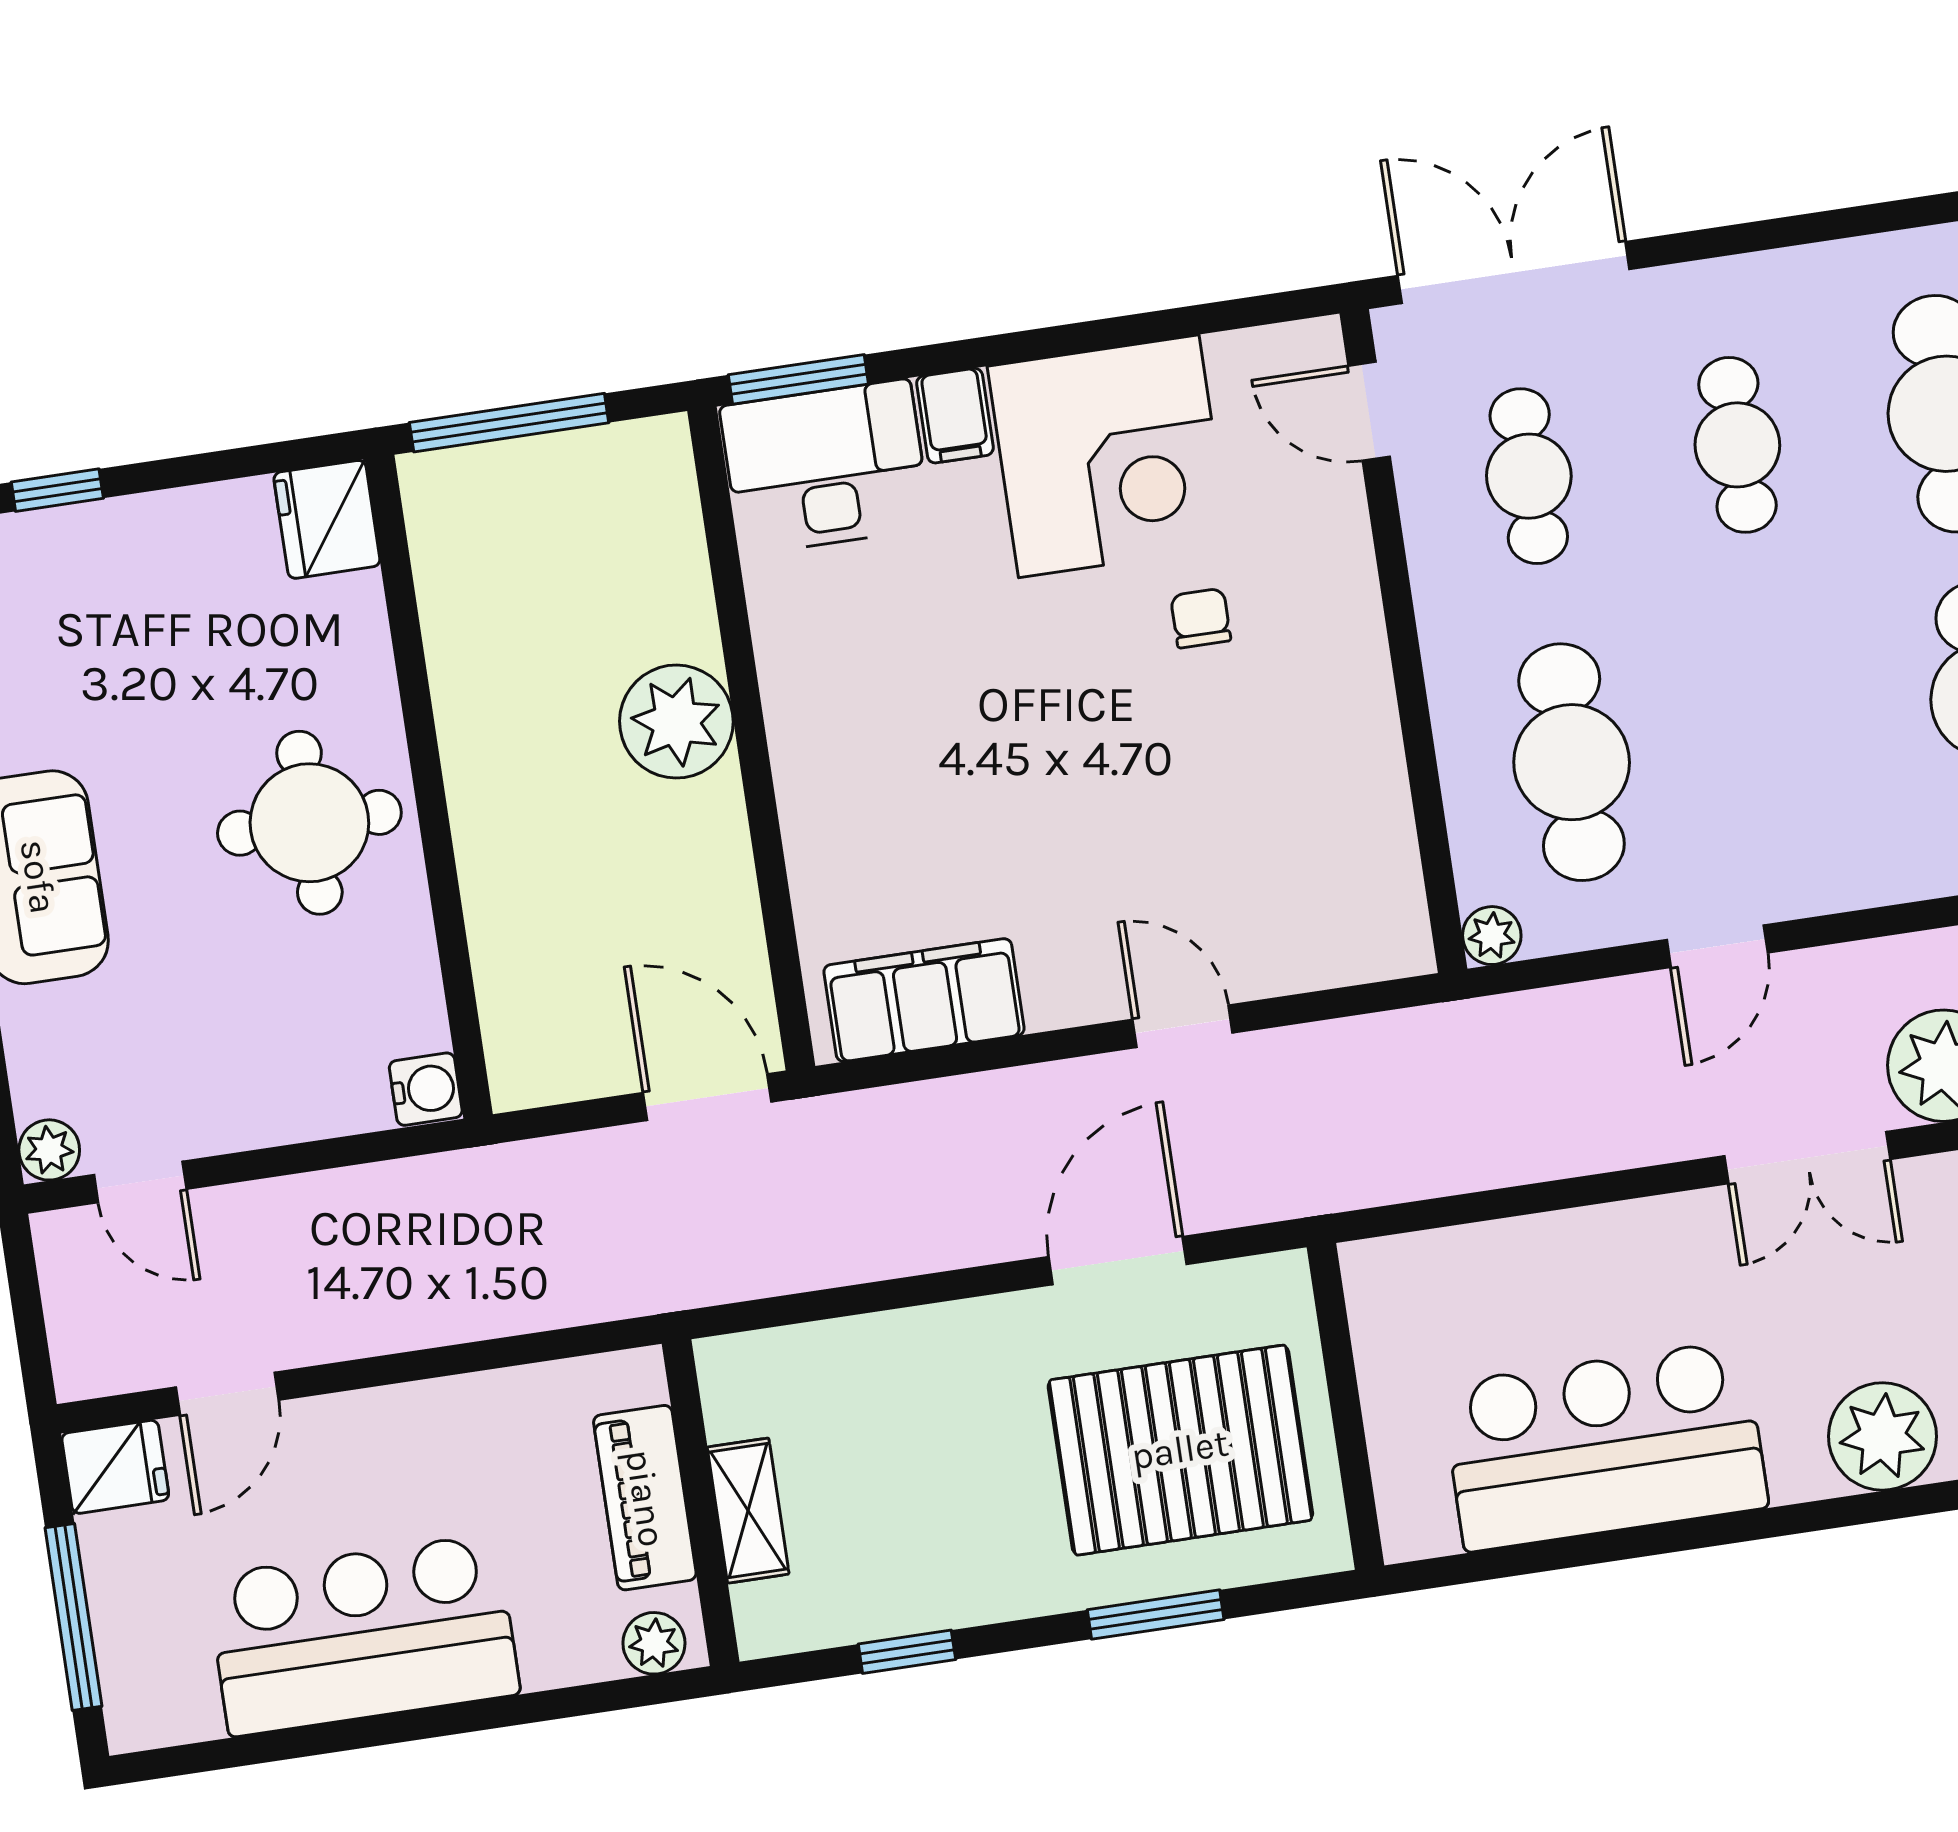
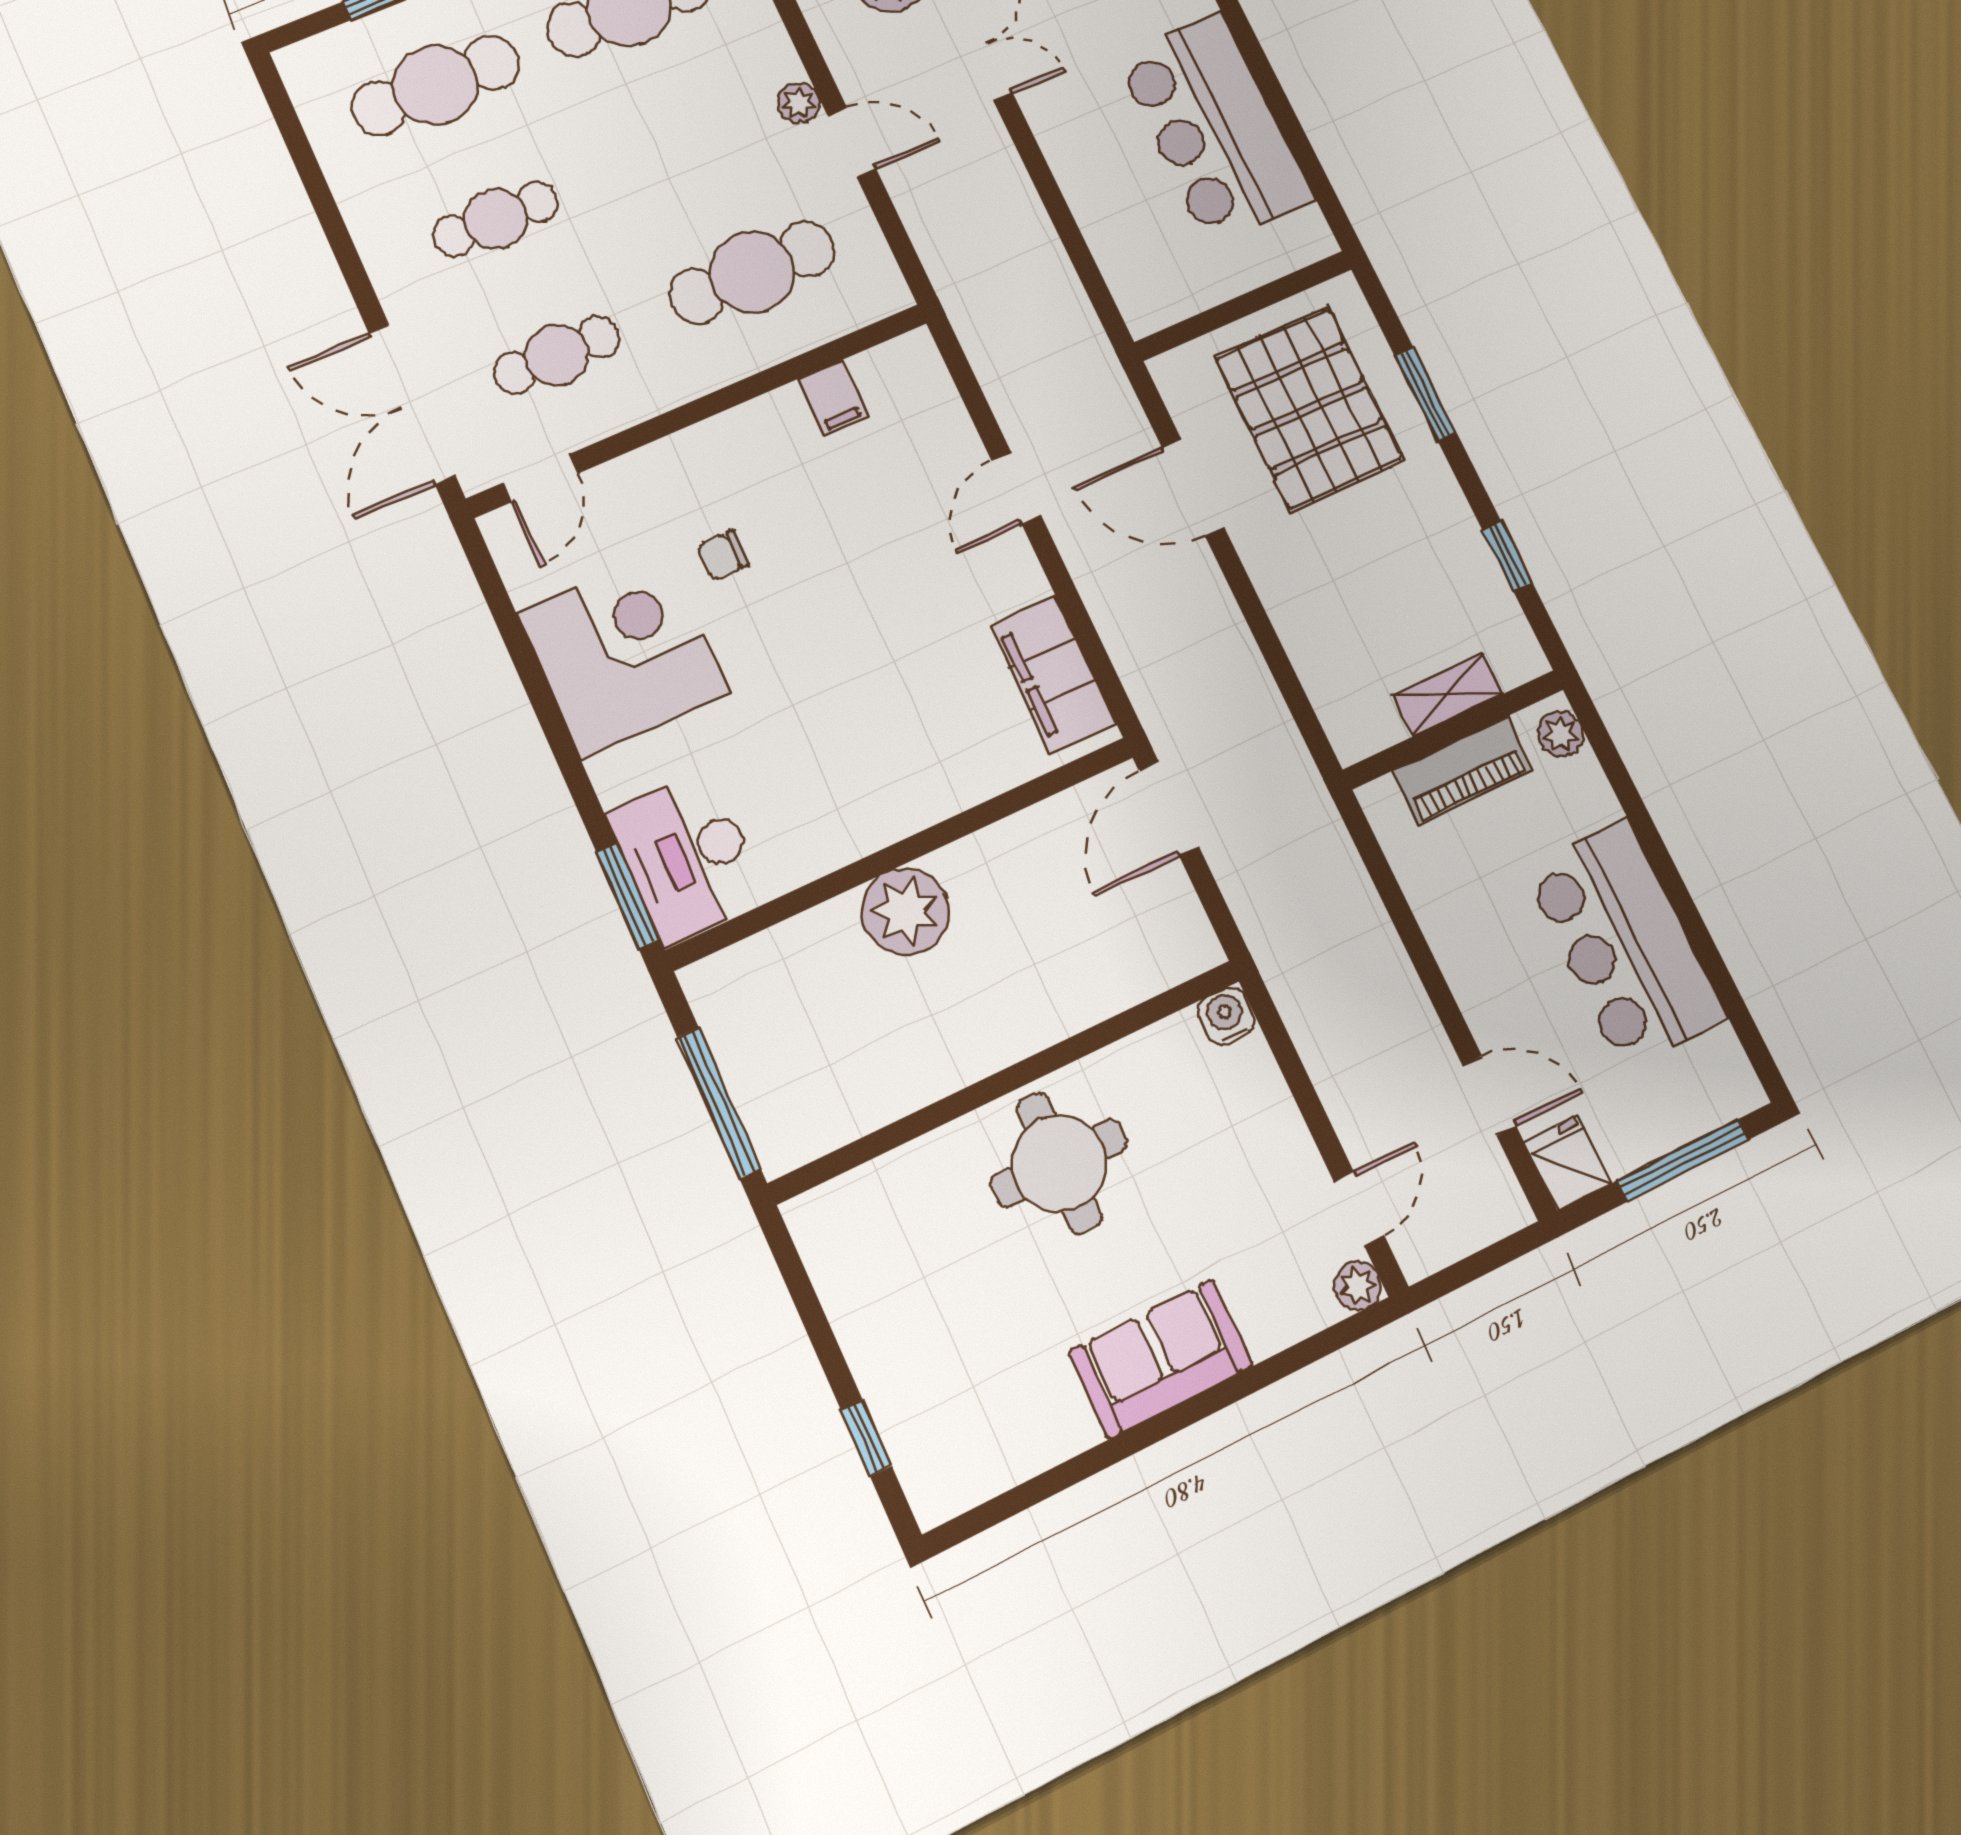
filing cabinet: (955, 416) -> (833, 398), moved, turned 90
fridge: (327, 519) -> (830, 1220), removed
plant: (1492, 936) -> (799, 103), moved

